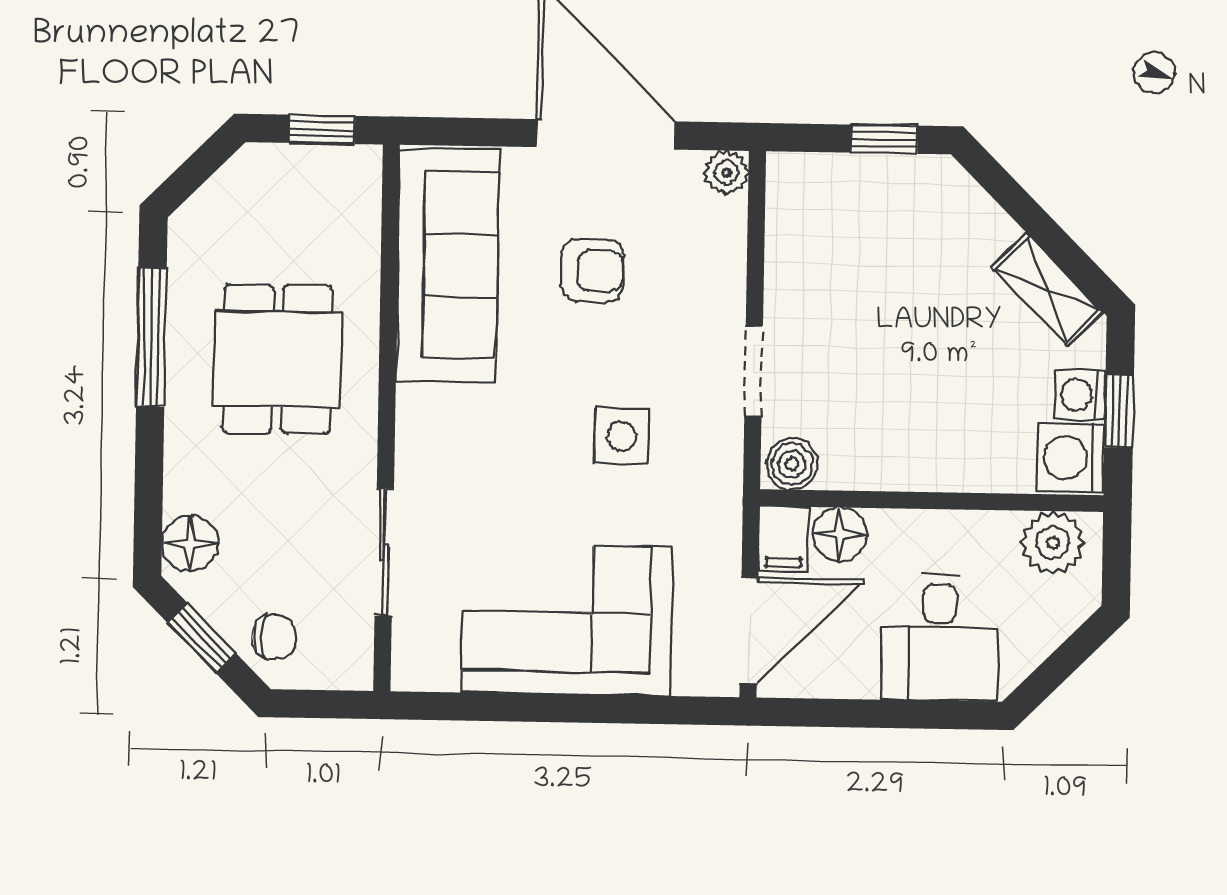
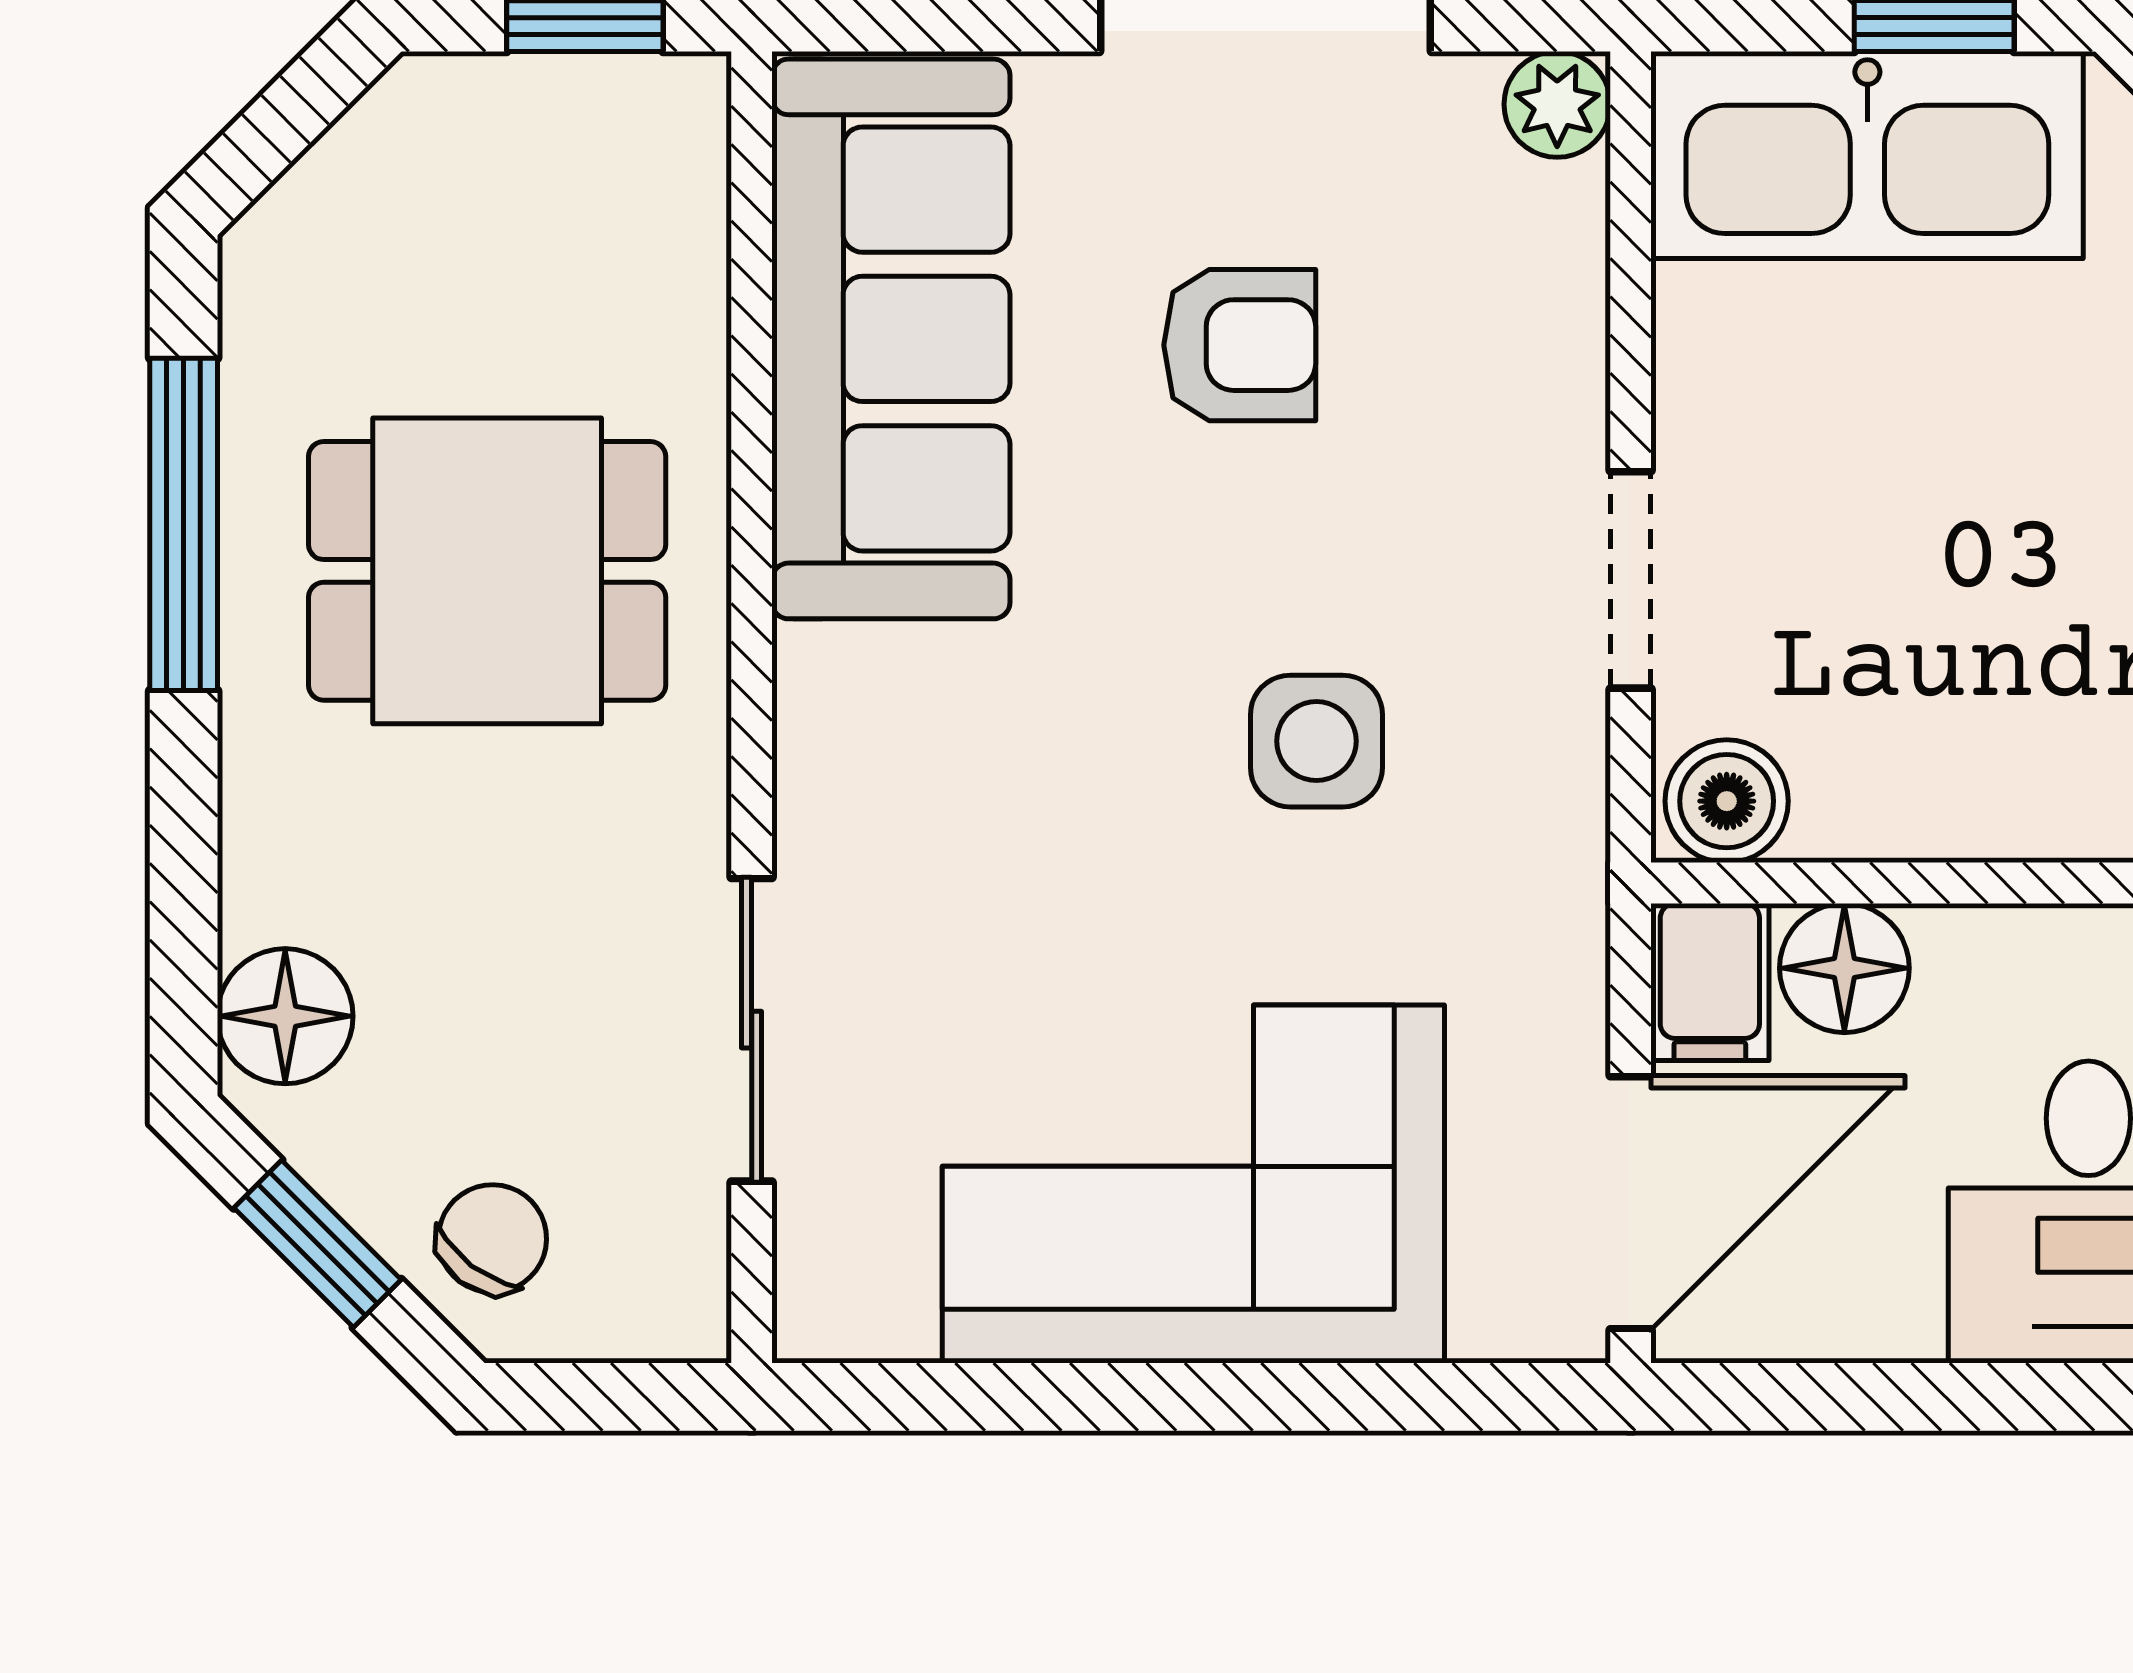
kitchen sink: (855, 196) -> (1867, 155), added
dining table: (277, 359) -> (487, 571), turned 90
chair: (275, 637) -> (492, 1239), turned -53

